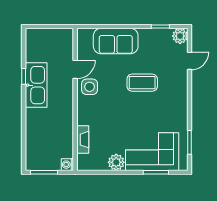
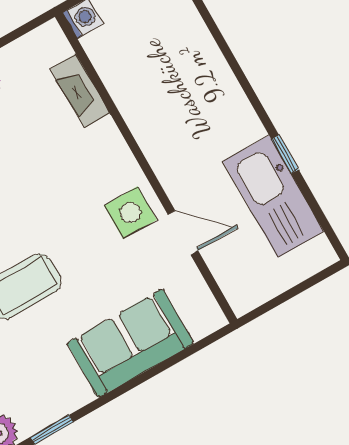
door: (75, 69) -> (183, 233), swing flipped
kitchen sink: (36, 85) -> (274, 196), moved

